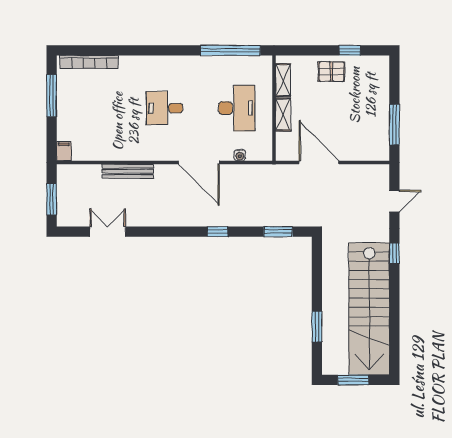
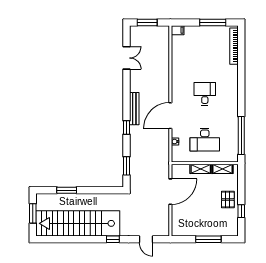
window: (394, 125) -> (208, 239), moved
bench: (128, 171) -> (134, 109), moved

